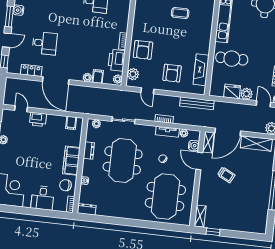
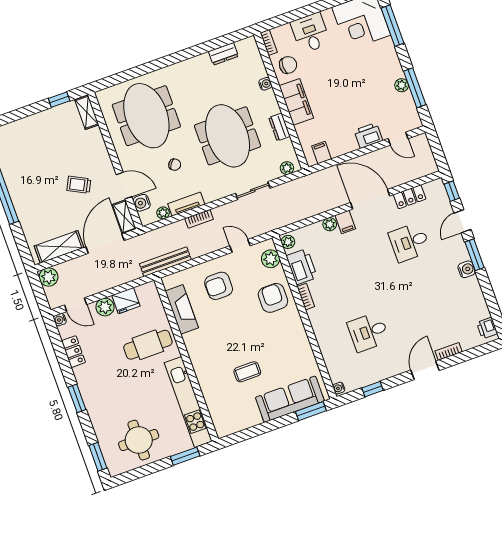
armchair: (172, 73) -> (219, 286), turned -90
filing cabinet: (98, 76) -> (345, 222), moved
dresser: (87, 209) -> (223, 54), moved

